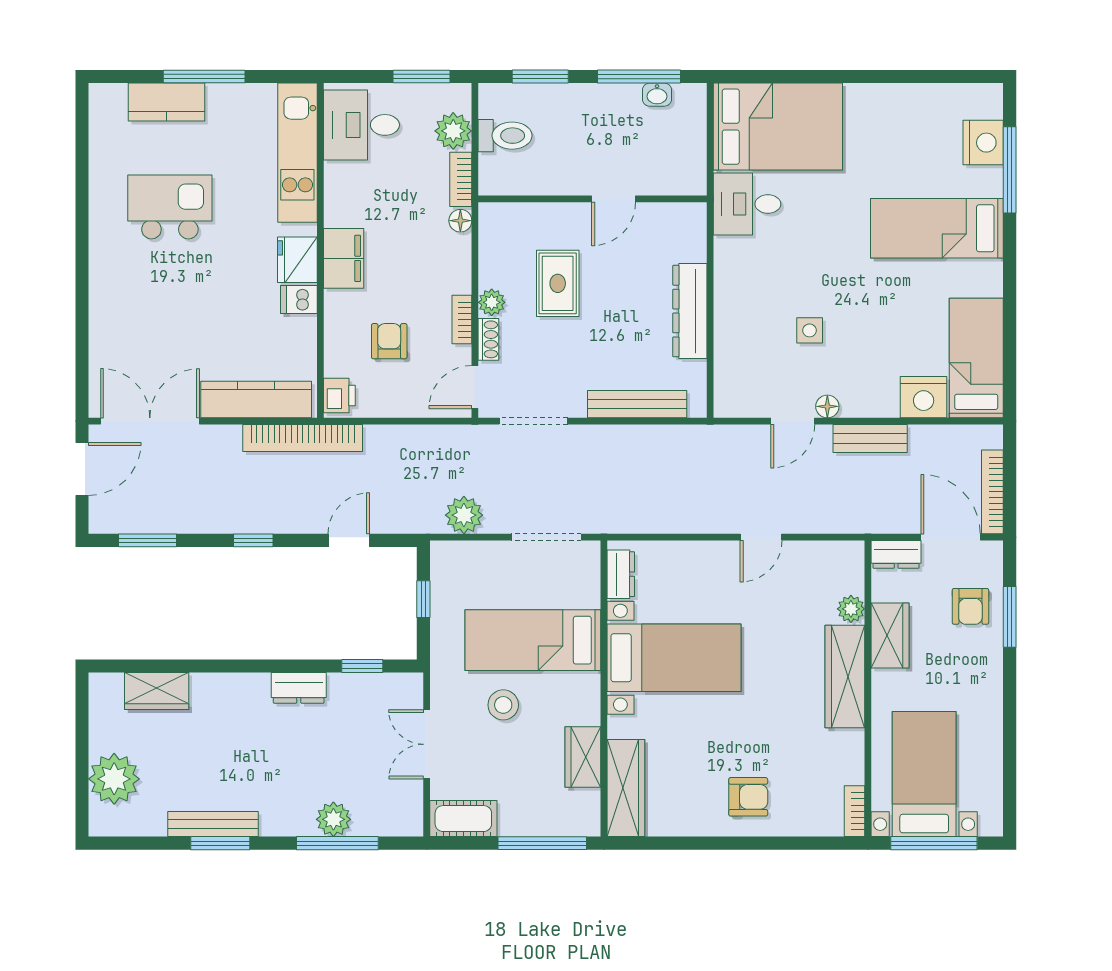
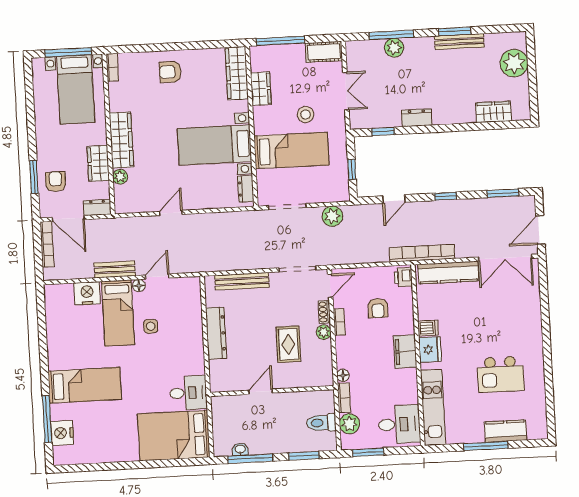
bed: (976, 358) -> (118, 313), moved

